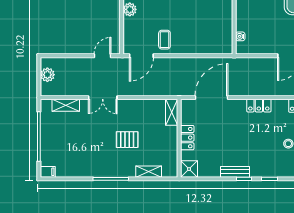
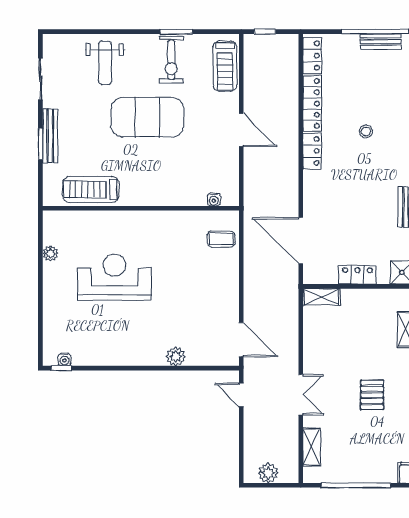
coffee table: (164, 40) -> (221, 239), moved
locker: (259, 106) -> (312, 151), moved
pallet: (127, 140) -> (372, 395), moved

